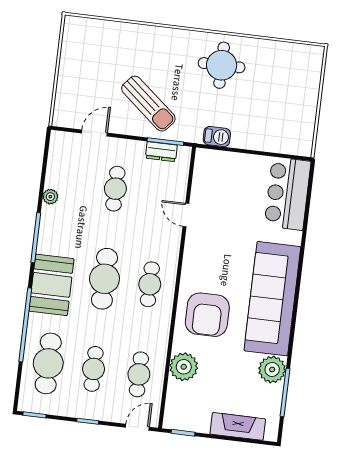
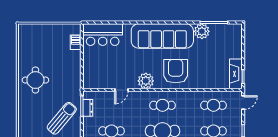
barbecue: (217, 137) -> (76, 42), moved
armchair: (207, 315) -> (176, 71), turned -90
plant: (184, 367) -> (146, 81), moved
fireplace: (238, 426) -> (236, 74), moved
door: (137, 427) -> (243, 103), swing flipped

